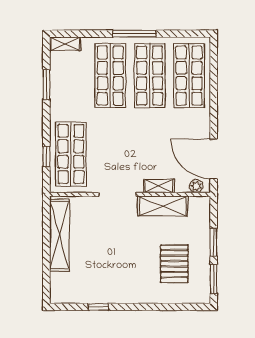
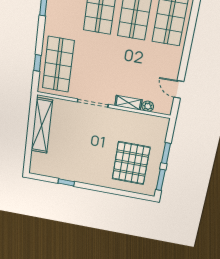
door: (214, 159) -> (179, 89), width x0.53
plant: (196, 186) -> (148, 106), moved
shelving: (163, 206) -> (129, 119), removed
pallet: (174, 264) -> (131, 163), width x1.37, depth x1.41

